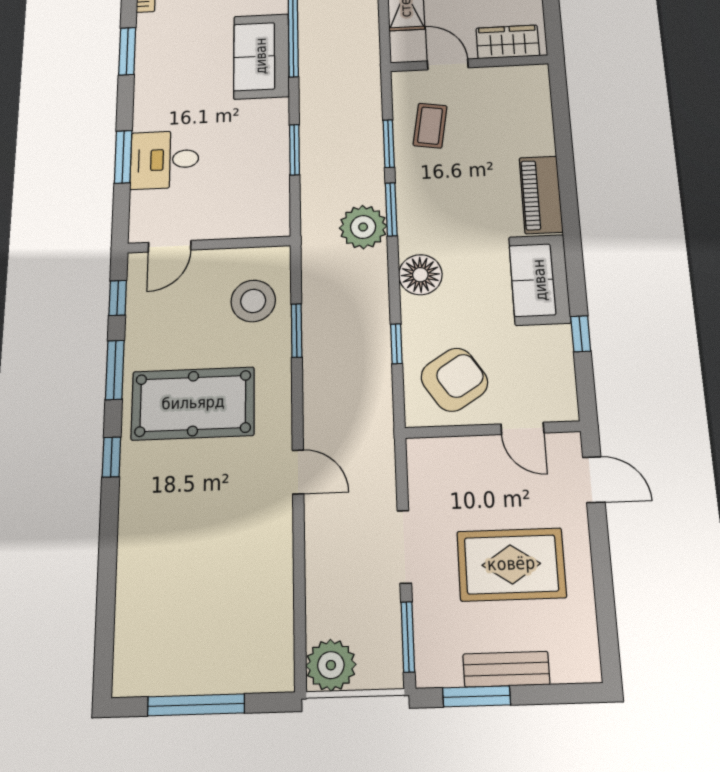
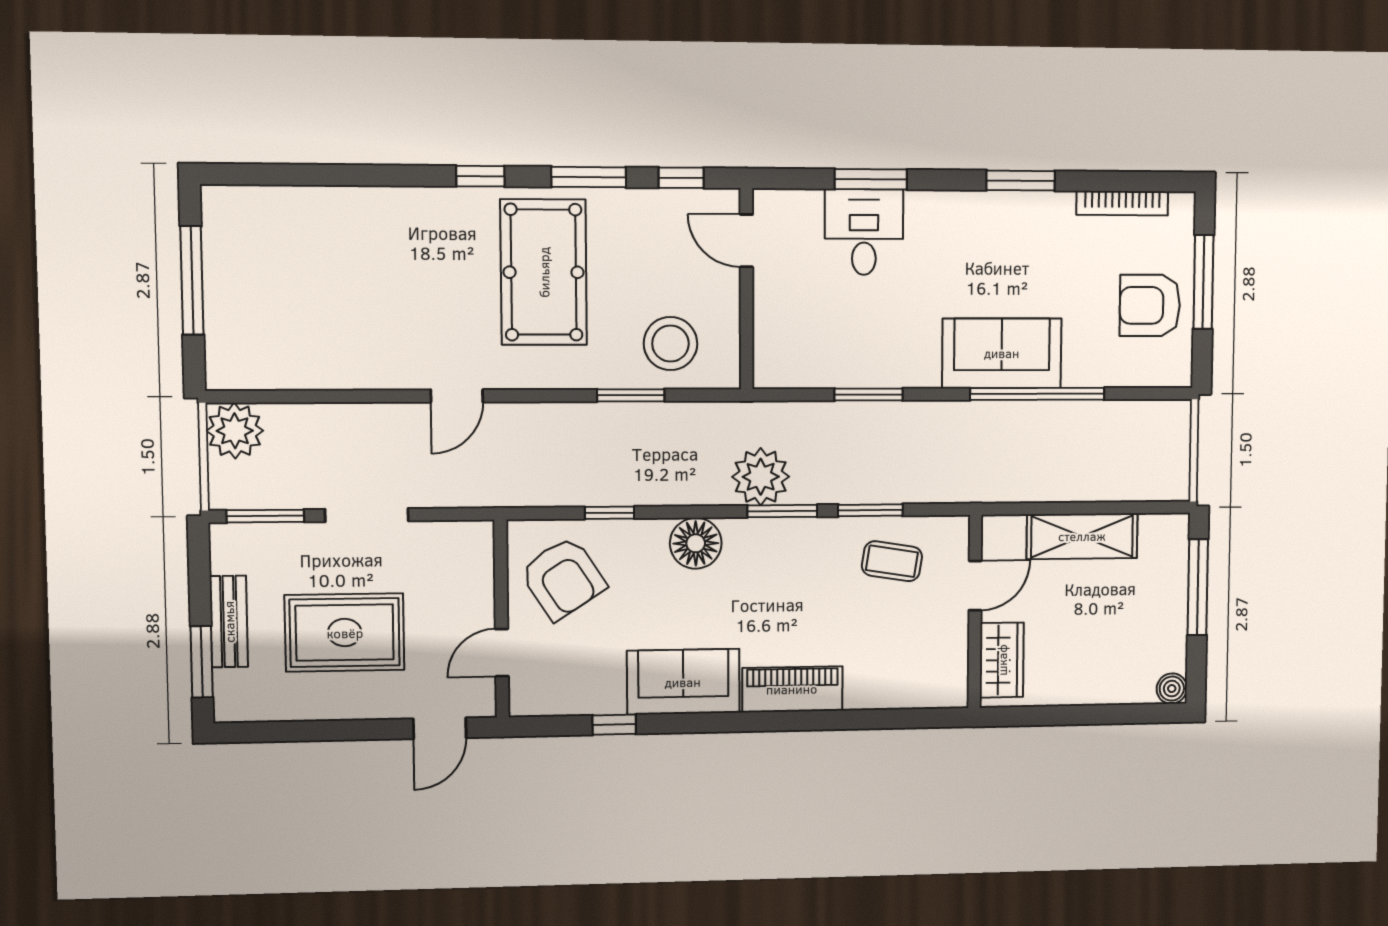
rug: (511, 564) -> (345, 633), turned 90
window: (477, 696) -> (202, 662), moved

